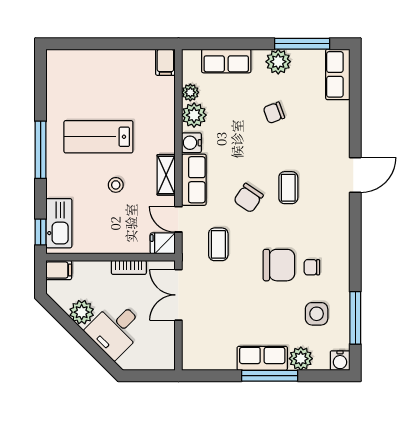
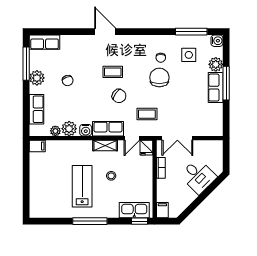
lab bench: (98, 137) -> (82, 186), turned 180
plant: (82, 312) -> (188, 196), removed

